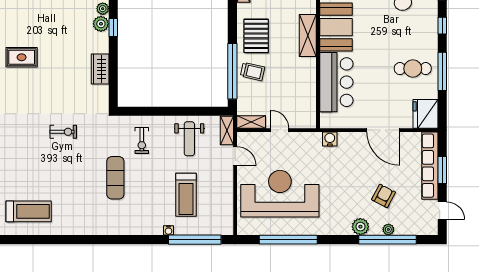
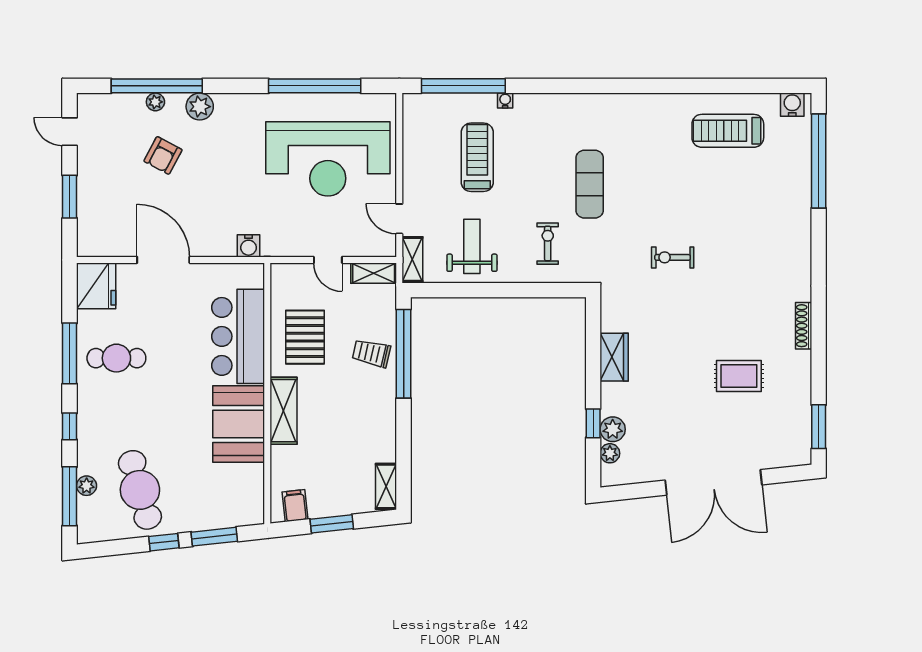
pallet: (256, 36) -> (305, 337), moved
row of seats: (430, 166) -> (89, 204), removed

